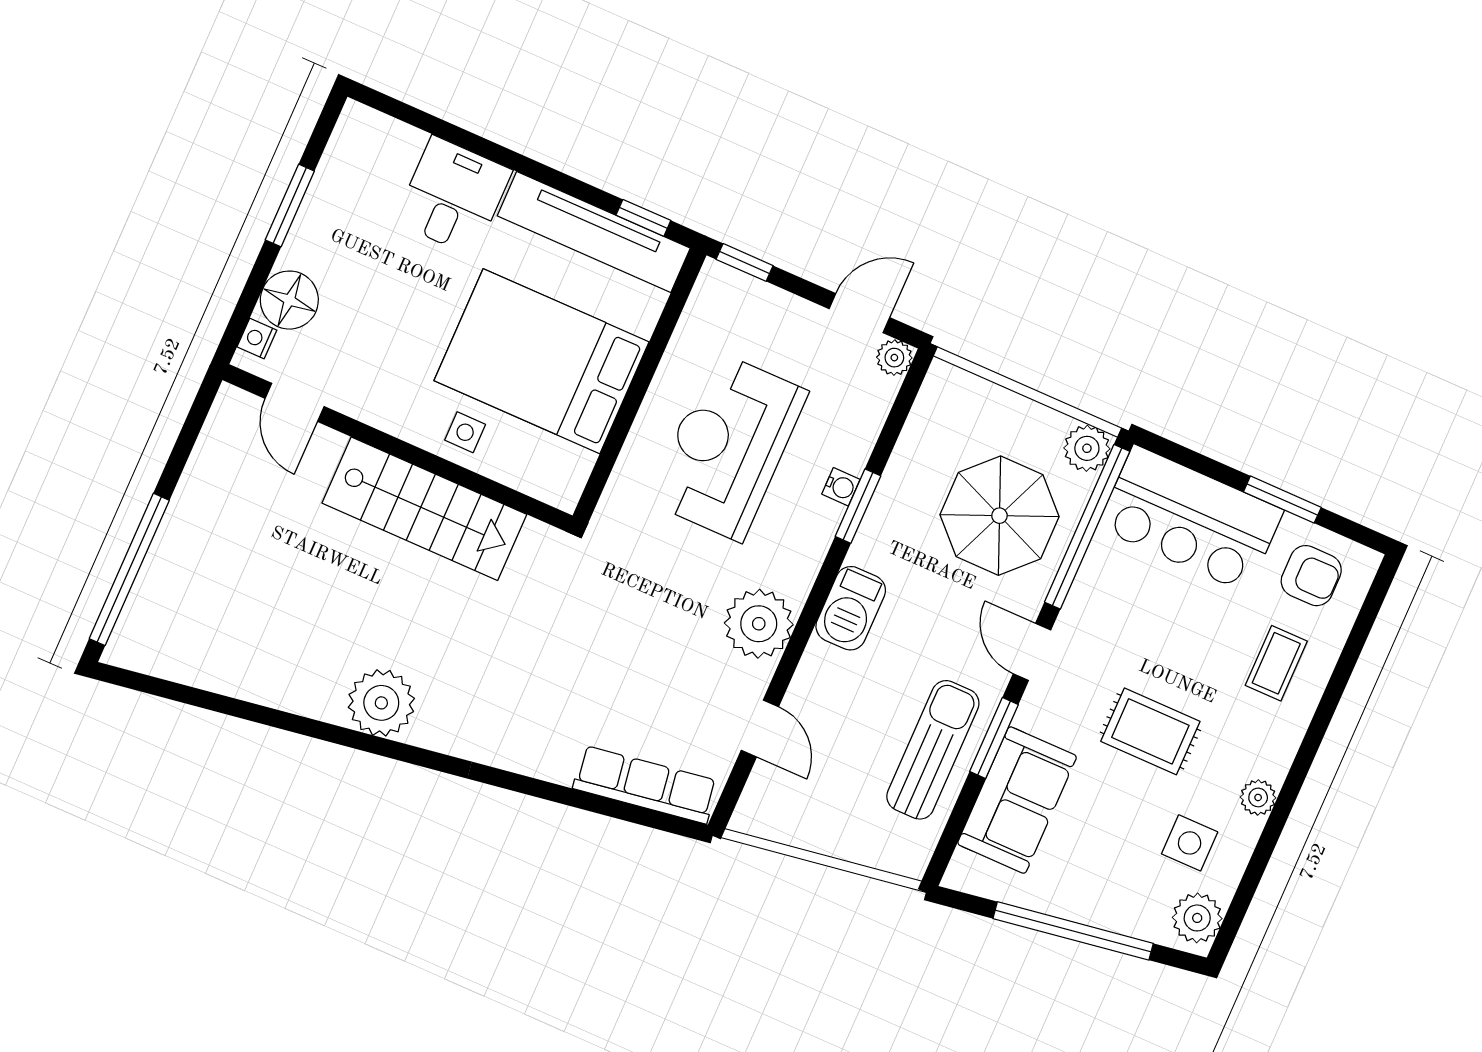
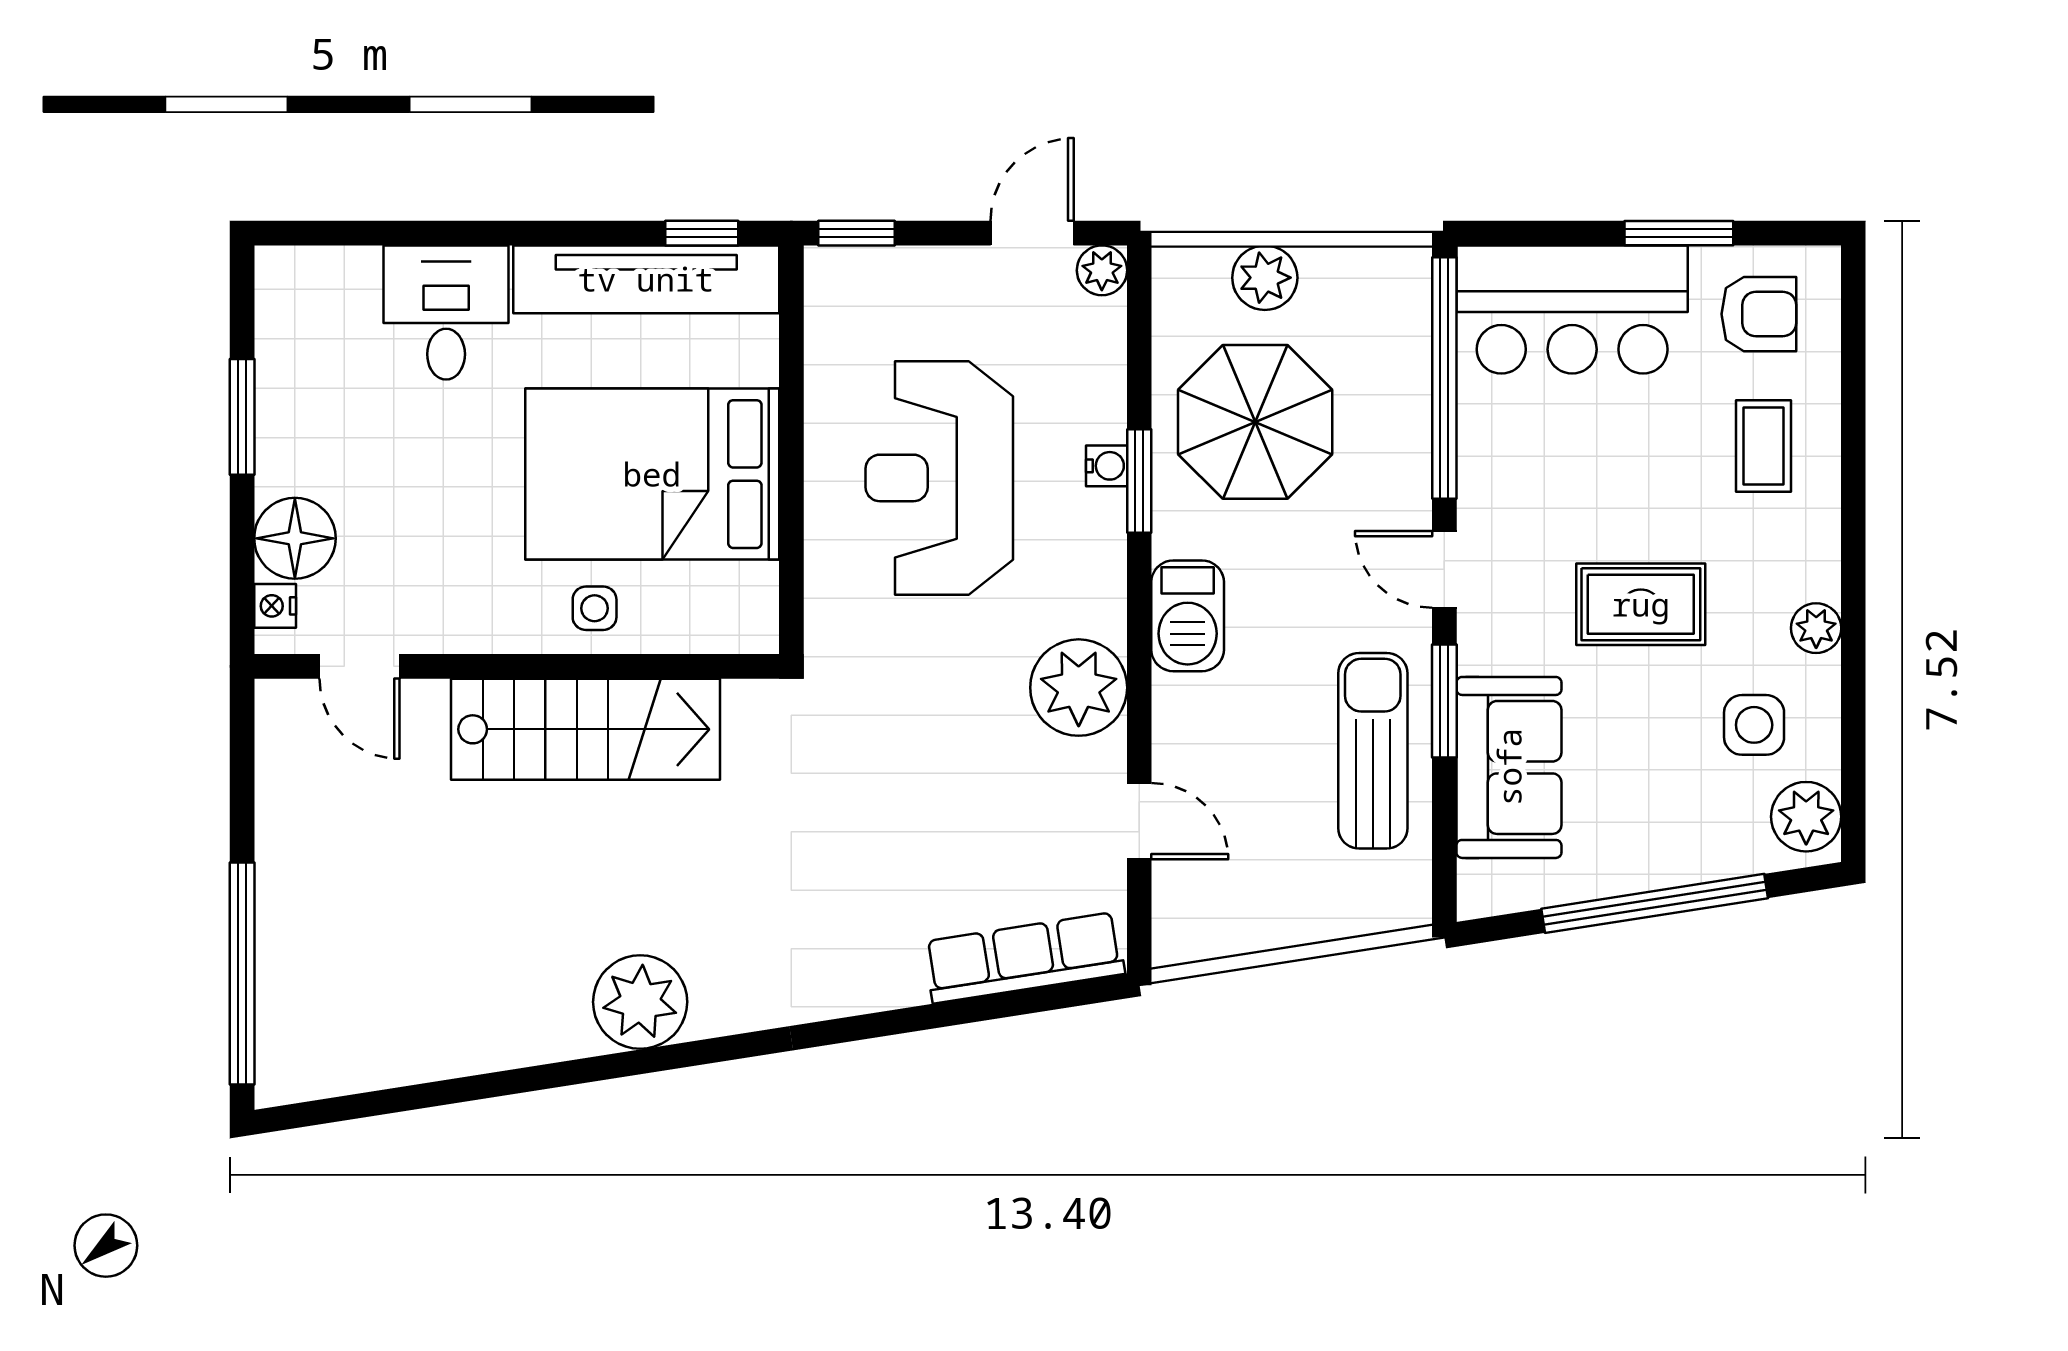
plant: (1087, 448) -> (1265, 278), moved
parasol: (1000, 516) -> (1255, 422), moved

